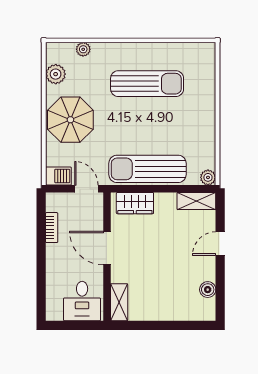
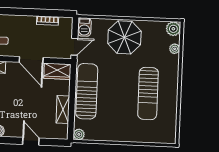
plant: (56, 74) -> (173, 29), moved
shelving: (196, 201) -> (63, 109), moved
wardrobe: (135, 203) -> (57, 71), moved, turned -90
door: (107, 248) -> (31, 60), swing flipped

